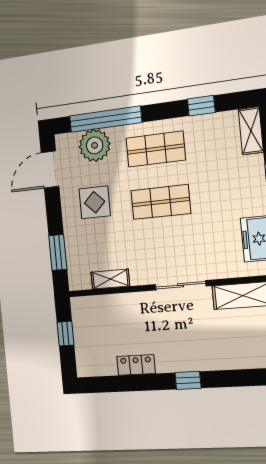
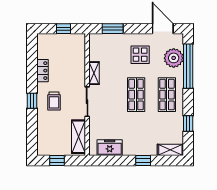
shelving: (110, 279) -> (94, 73), moved
trolley: (185, 342) -> (54, 101), added

